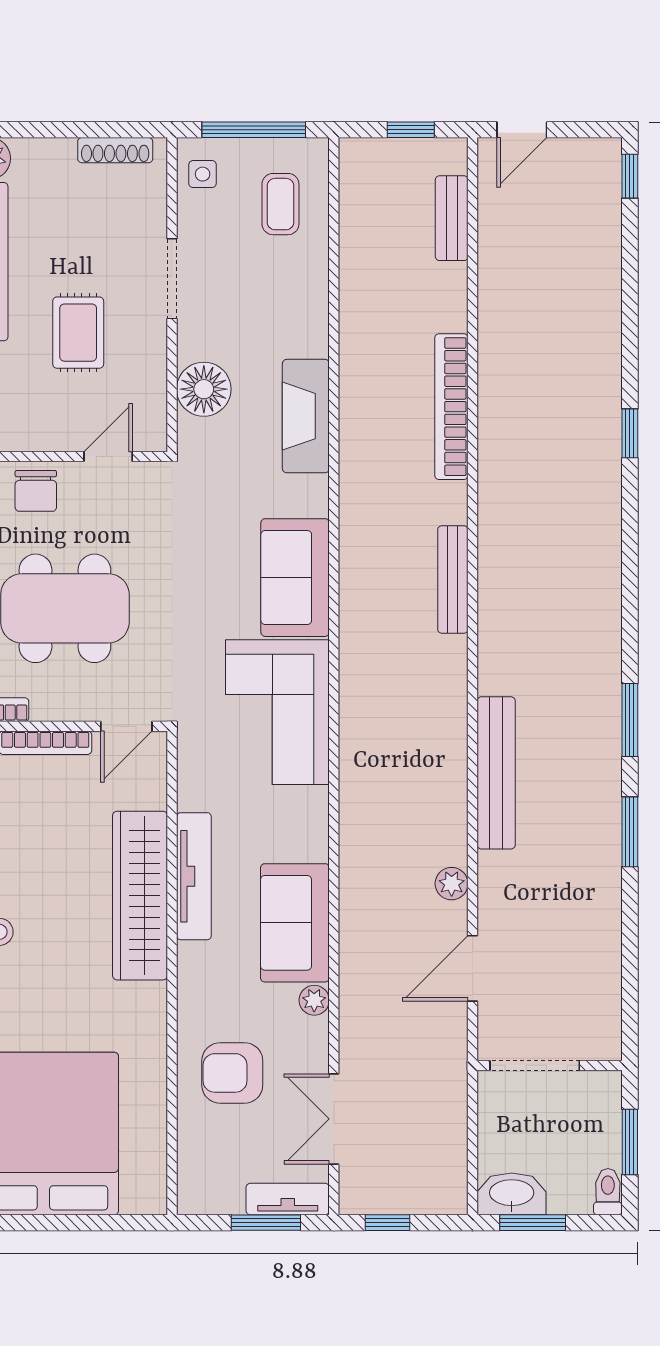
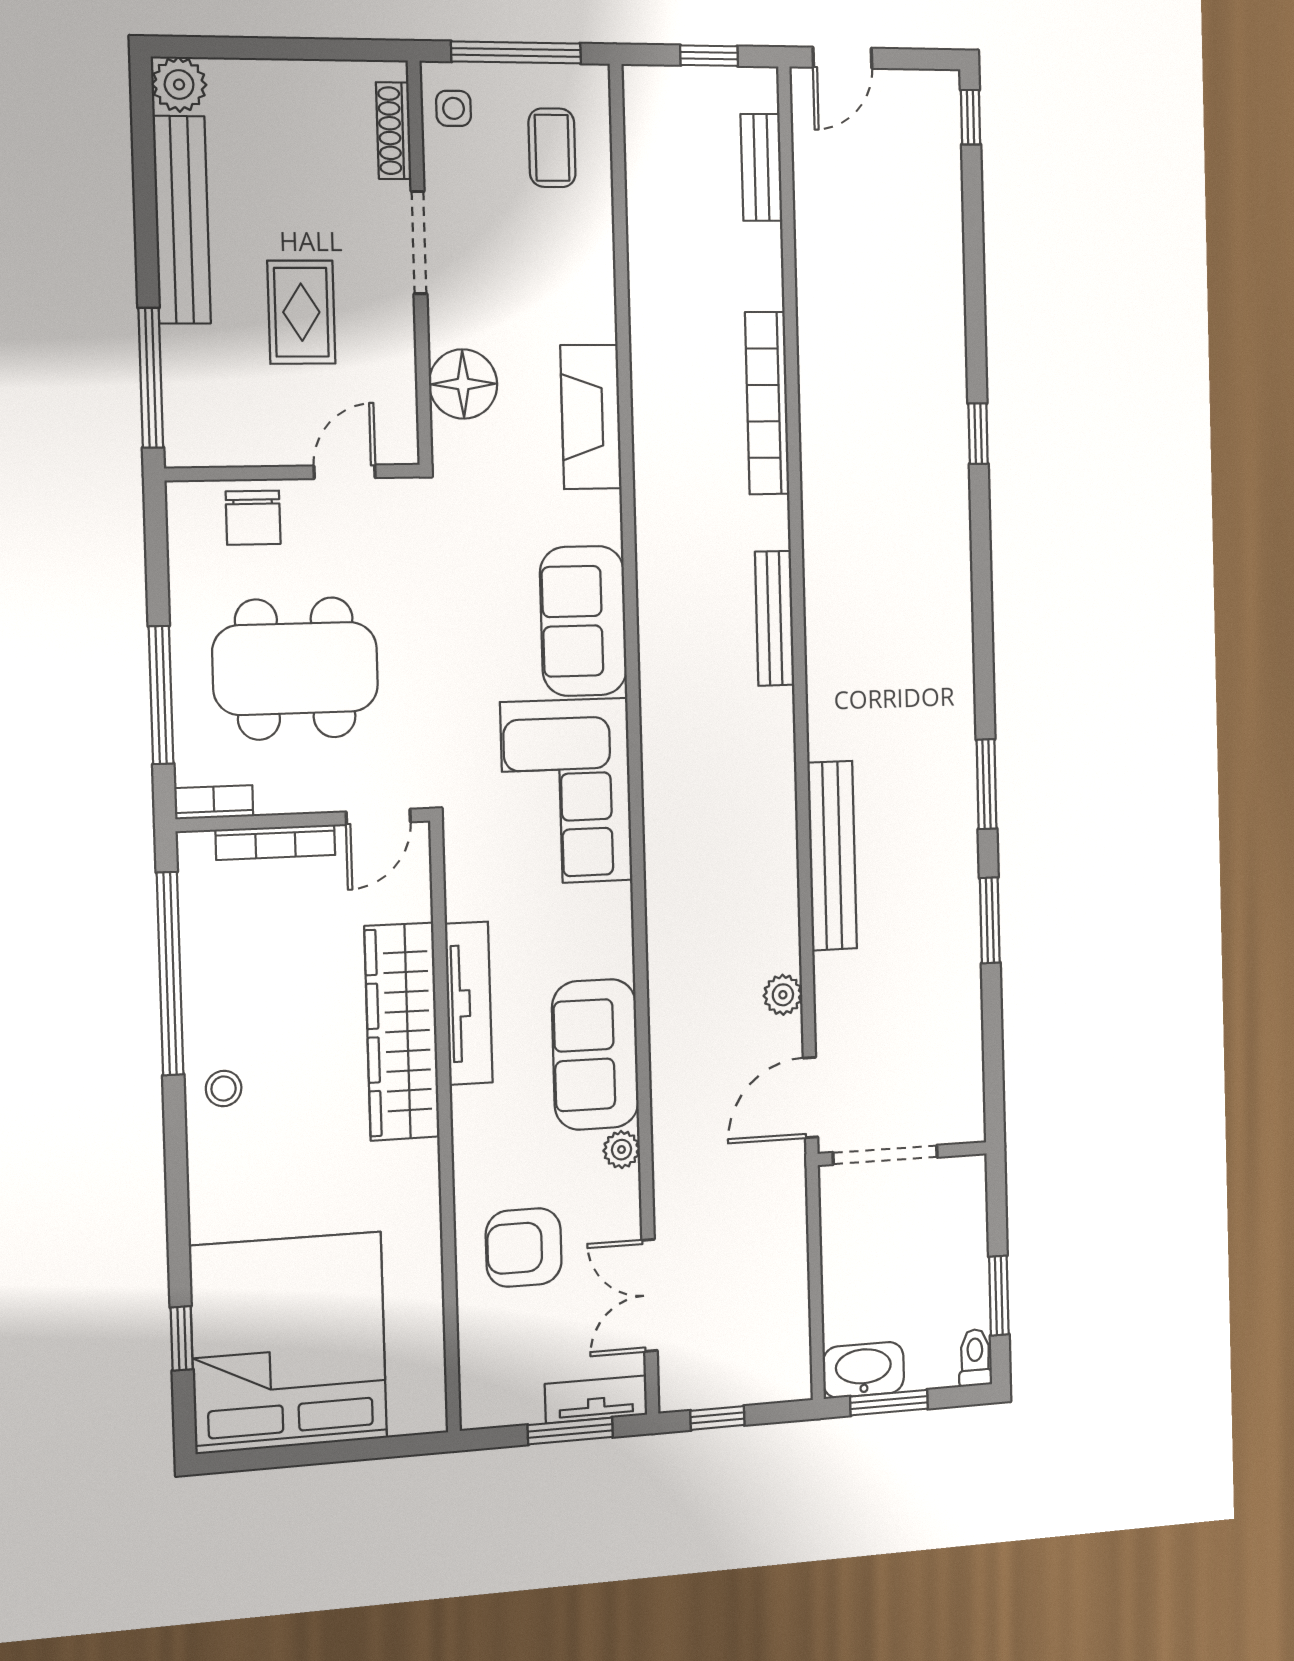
shoe rack: (115, 150) -> (394, 131), moved, turned 90
doorway: (535, 1065) -> (885, 1155), moved
wall: (550, 1065) -> (903, 1154), moved

